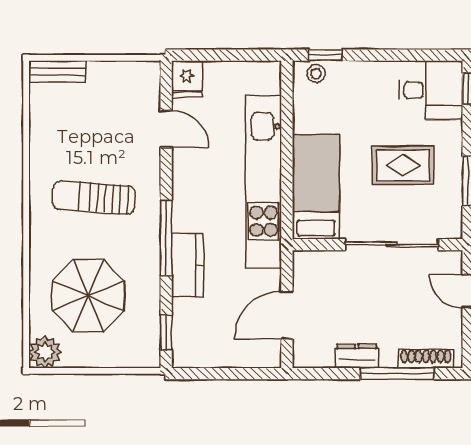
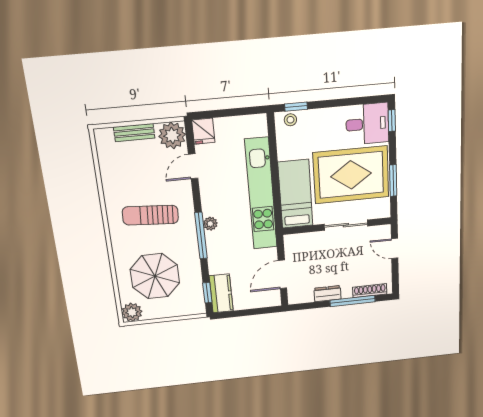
bench: (57, 72) -> (134, 133), moved
plant: (141, 81) -> (172, 135), added
door: (166, 129) -> (193, 166), swing flipped
rug: (403, 165) -> (351, 175), width x1.86, depth x2.06
plant: (182, 220) -> (210, 224), added
sliding door: (392, 245) -> (346, 225), width x0.73
kitchen counter: (188, 265) -> (221, 293), moved

